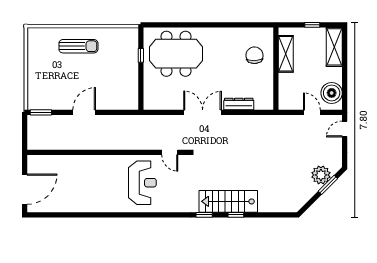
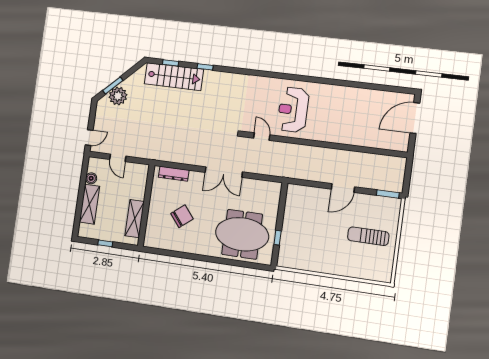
sun lounger: (78, 46) -> (368, 236), moved
shelving: (334, 47) -> (89, 204), moved
chair: (254, 55) -> (182, 216), moved, turned -127
boiler: (332, 93) -> (91, 178), width x0.54, depth x0.54
dresser: (239, 104) -> (174, 174), moved
stairs: (228, 201) -> (174, 77), moved
window: (204, 215) -> (171, 63), moved

